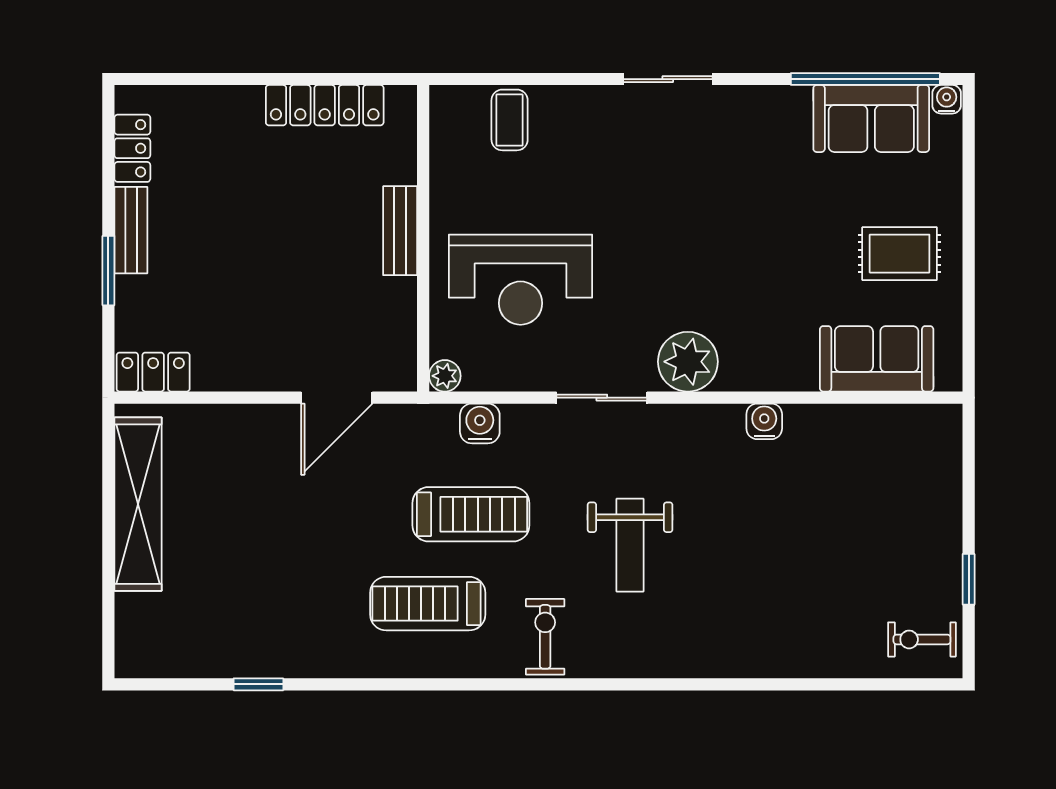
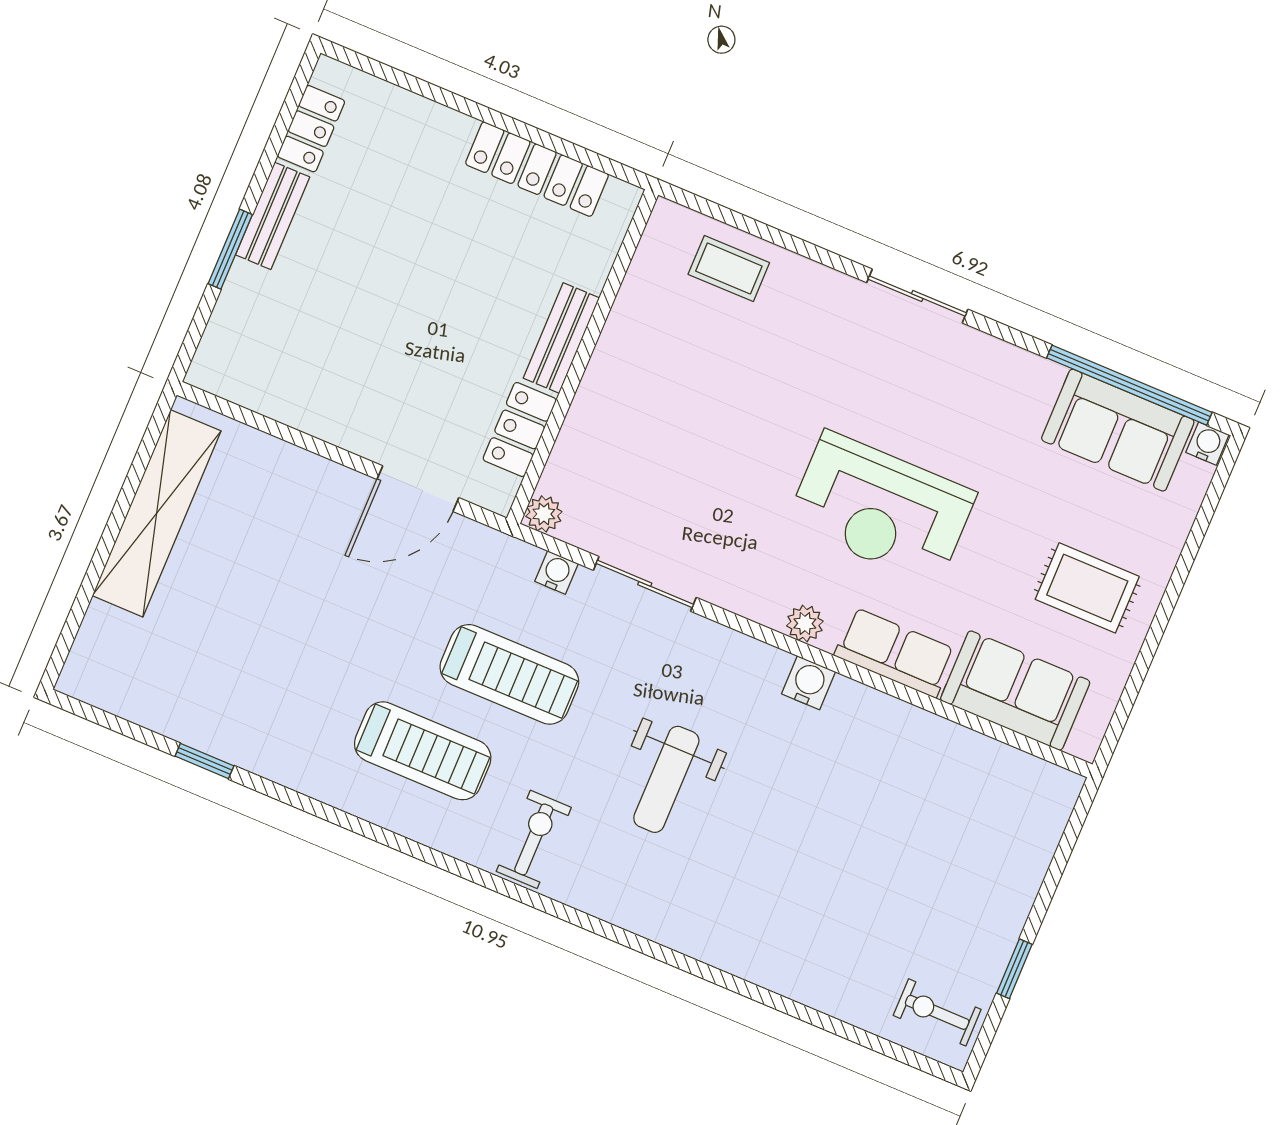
coffee table: (510, 120) -> (729, 269), turned 90
reception desk: (521, 280) -> (881, 509), moved
plant: (688, 362) -> (805, 623), width x0.53, depth x0.53
row of seats: (769, 369) -> (895, 653), added
locker: (153, 372) -> (520, 429), moved, turned -90
sliding door: (602, 398) -> (645, 584), moved
water cooler: (764, 421) -> (809, 683), moved
water cooler: (480, 423) -> (557, 573), width x0.72, depth x0.72
treadmill: (428, 604) -> (423, 751), turned 180

